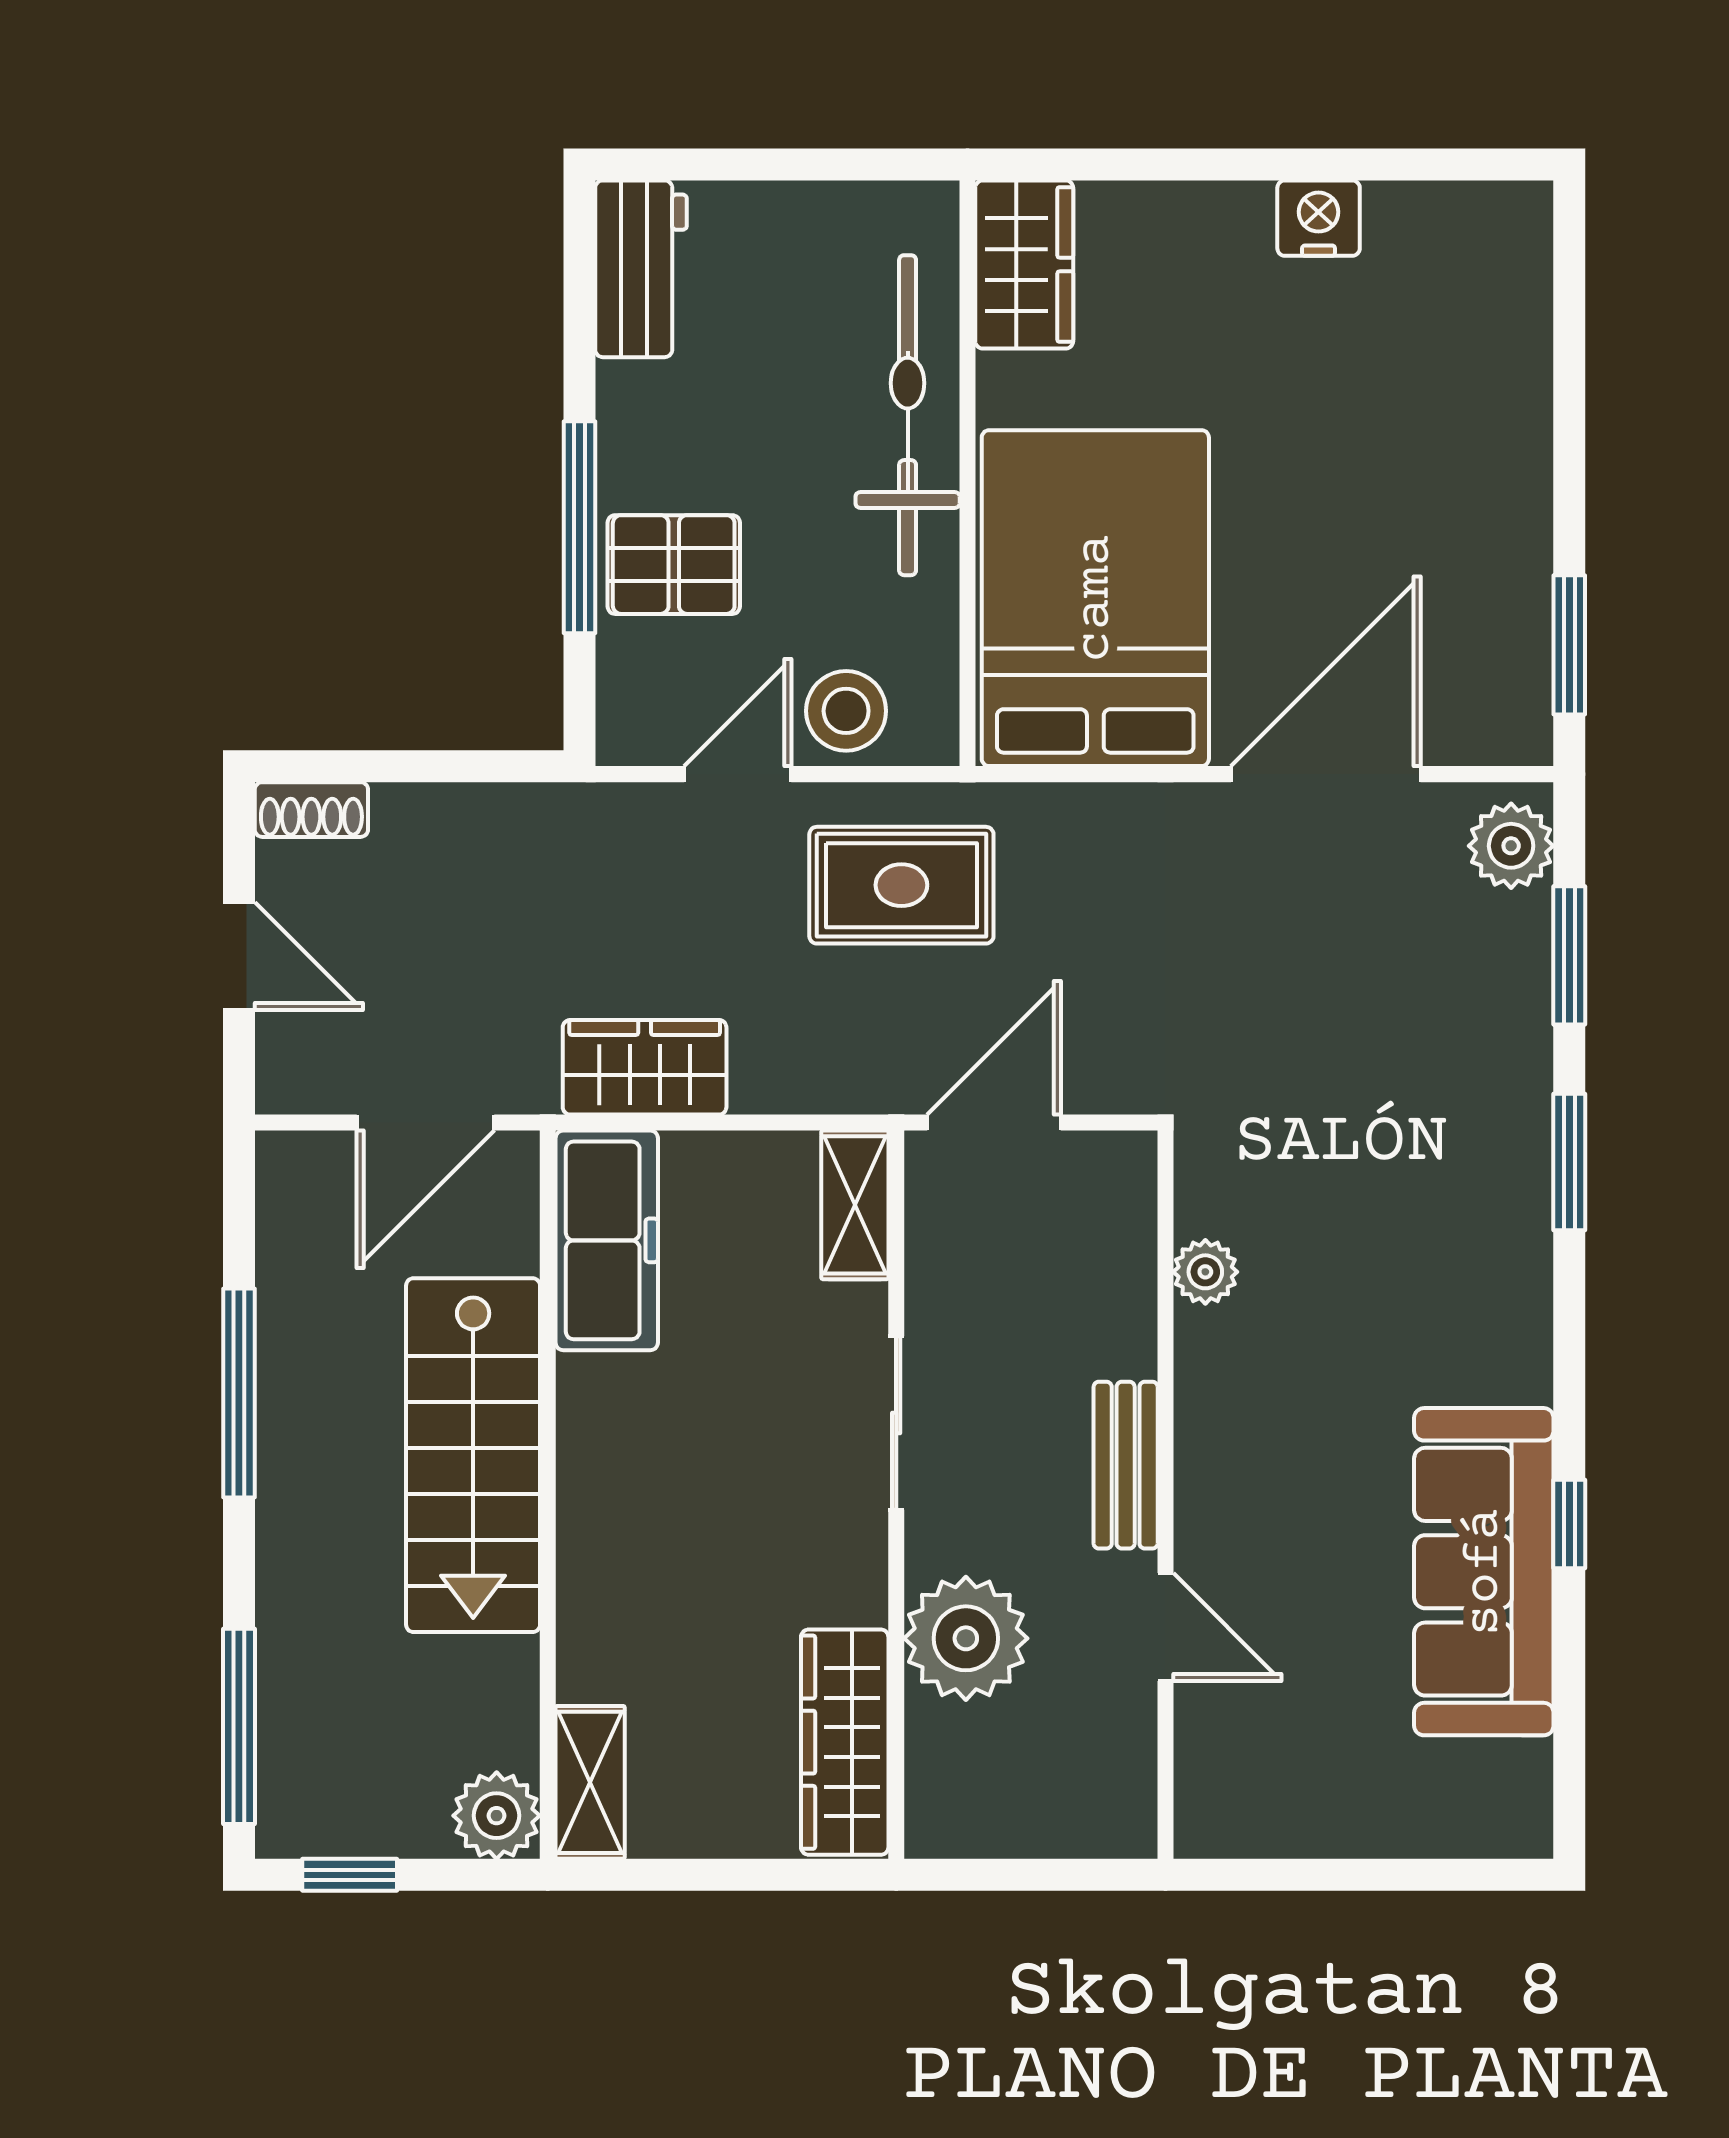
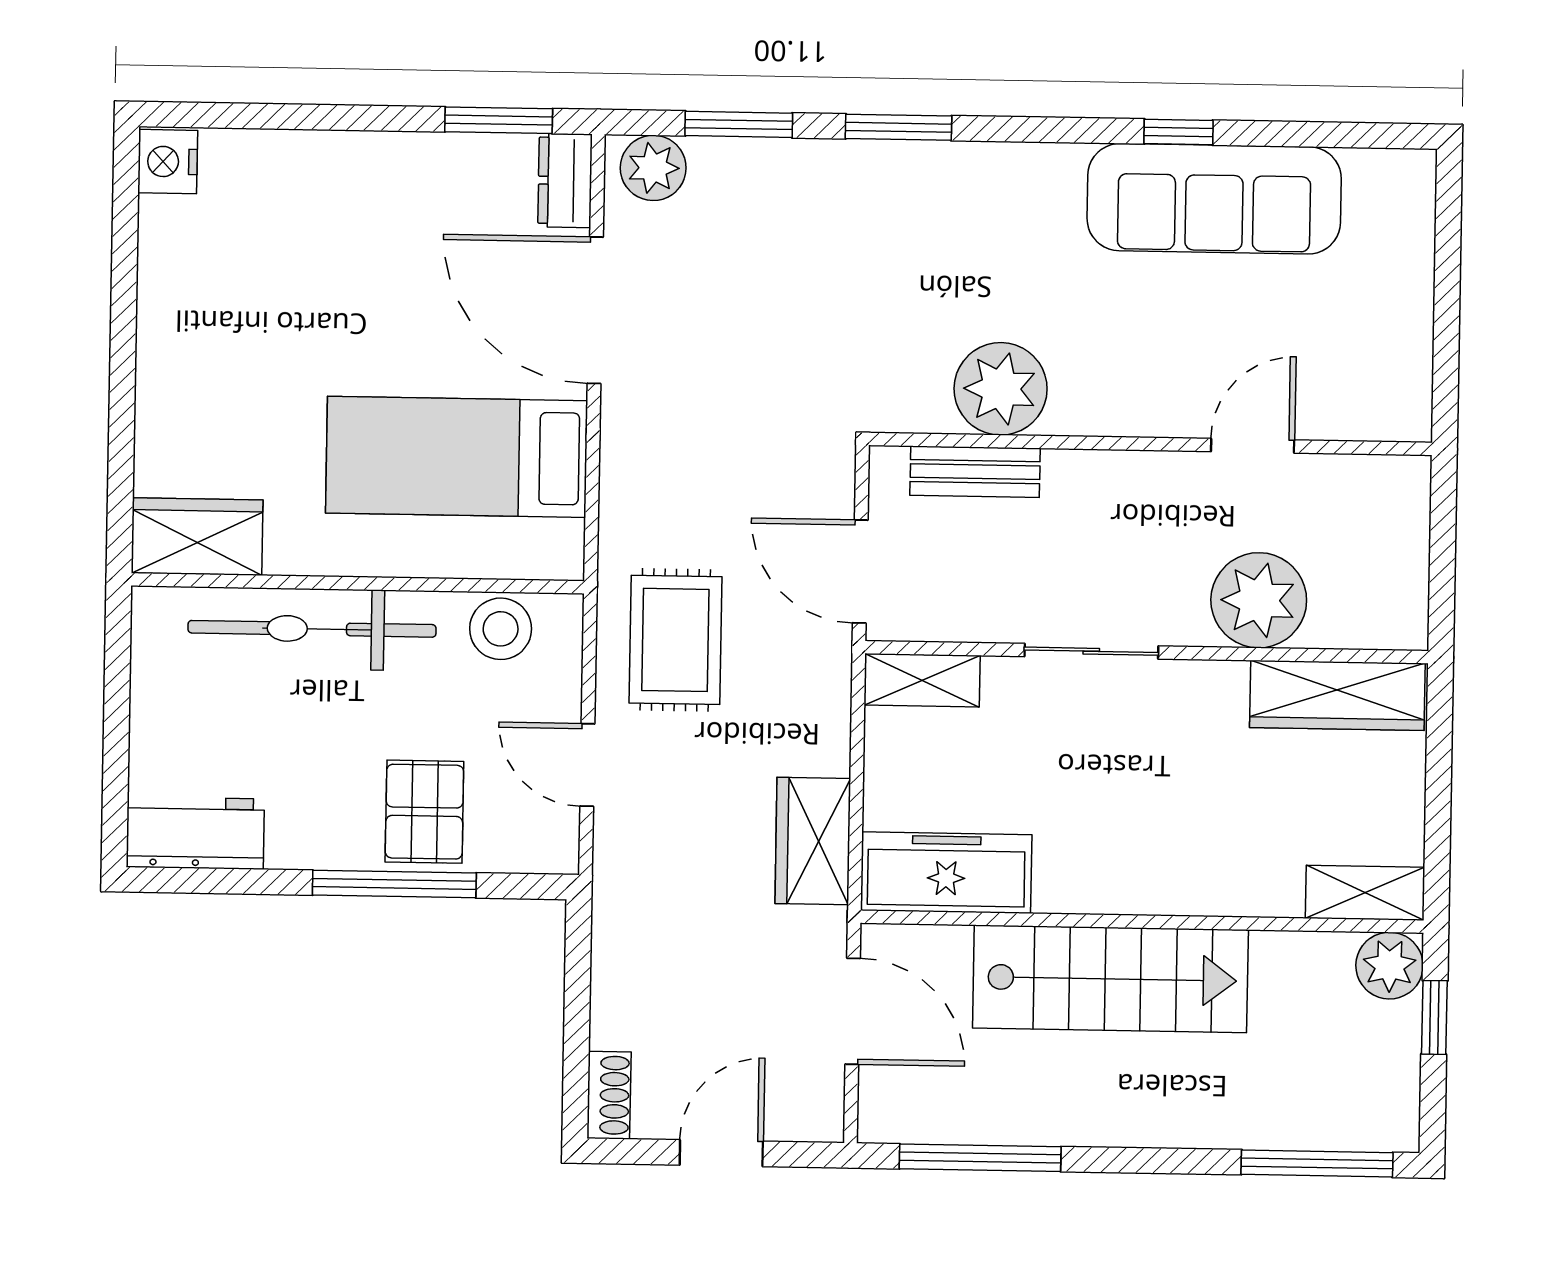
nightstand: (1319, 218) -> (168, 162), moved
bed: (1095, 598) -> (457, 457), width x0.67
stool: (846, 711) -> (501, 629), moved
dresser: (1493, 732) -> (565, 181), added
plant: (1205, 1272) -> (1001, 389), width x1.88, depth x1.88
window: (239, 1393) -> (980, 1158), moved
bench: (1126, 1465) -> (975, 472), moved
window: (350, 1875) -> (1434, 1017), moved

